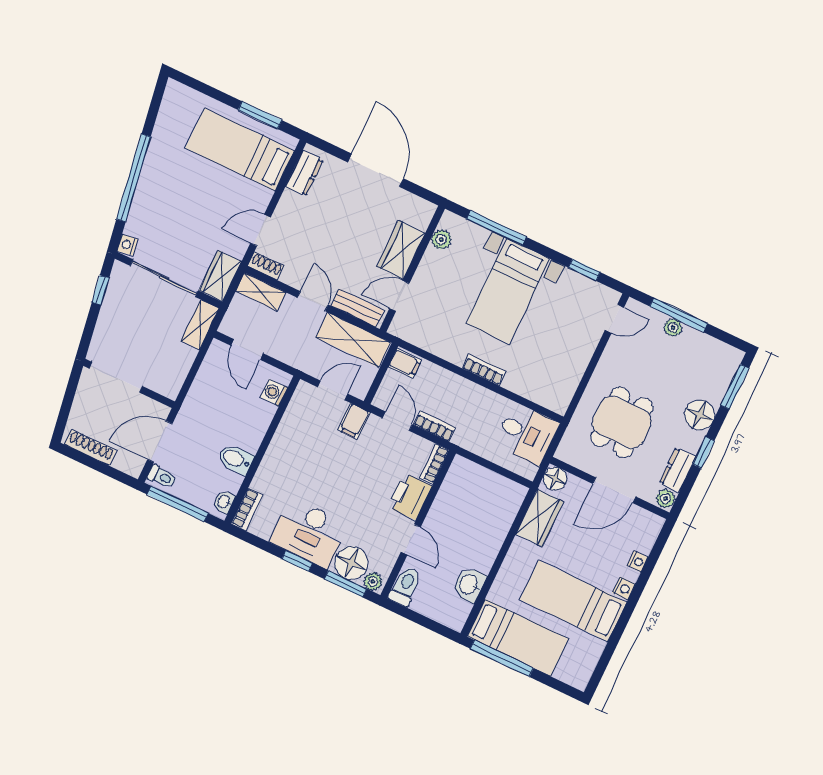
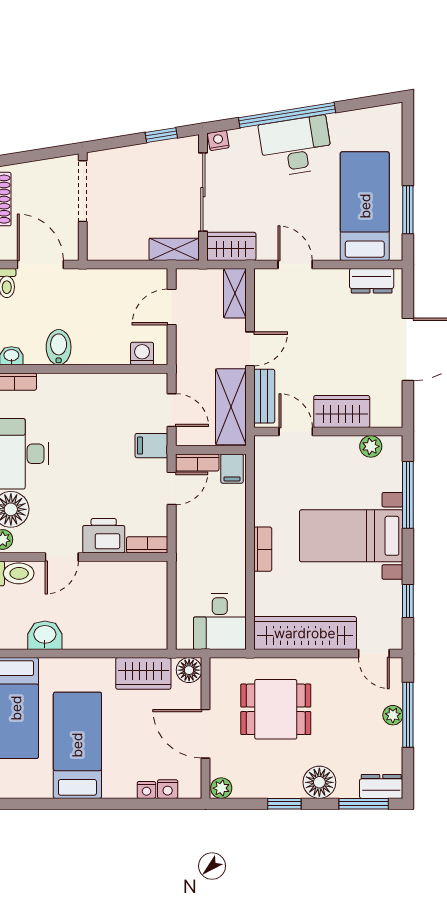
desk: (163, 183) -> (296, 146), added
shoe rack: (266, 266) -> (263, 286), removed
wardrobe: (570, 368) -> (305, 633), added
bookcase: (435, 426) -> (197, 462), moved, turned 90
dresser: (678, 470) -> (381, 786), moved
nightstand: (624, 588) -> (168, 789), moved

